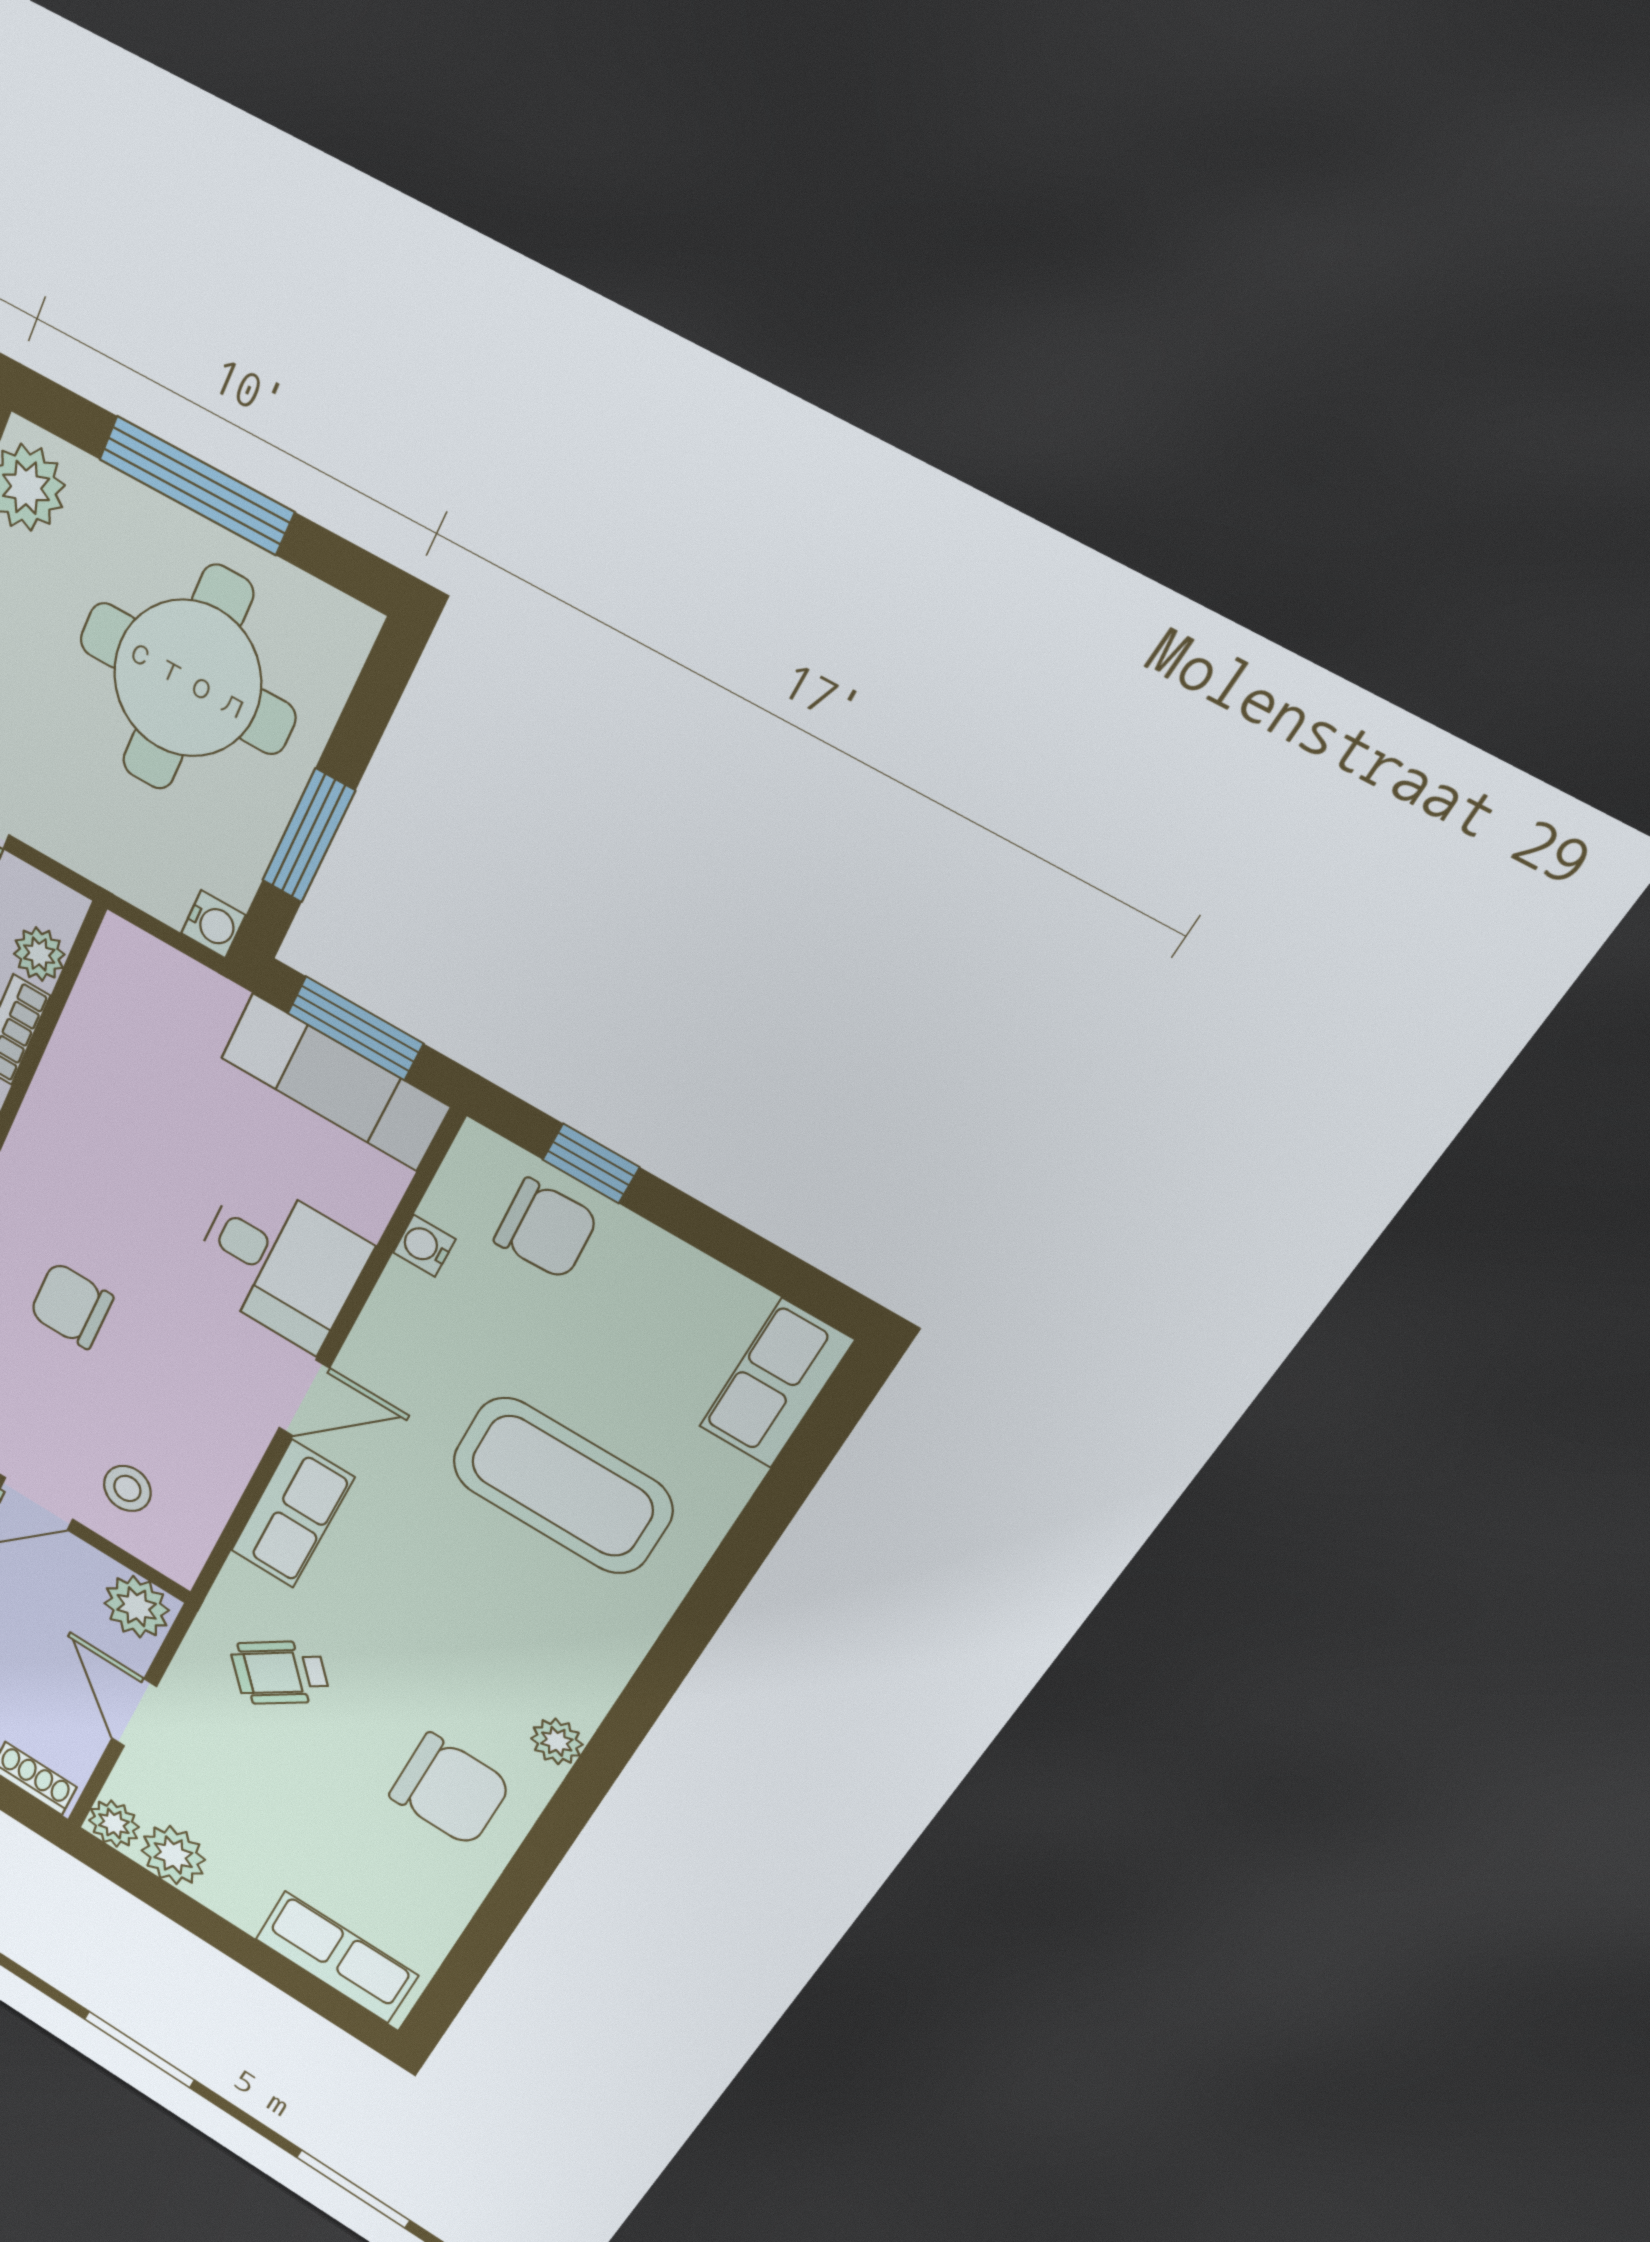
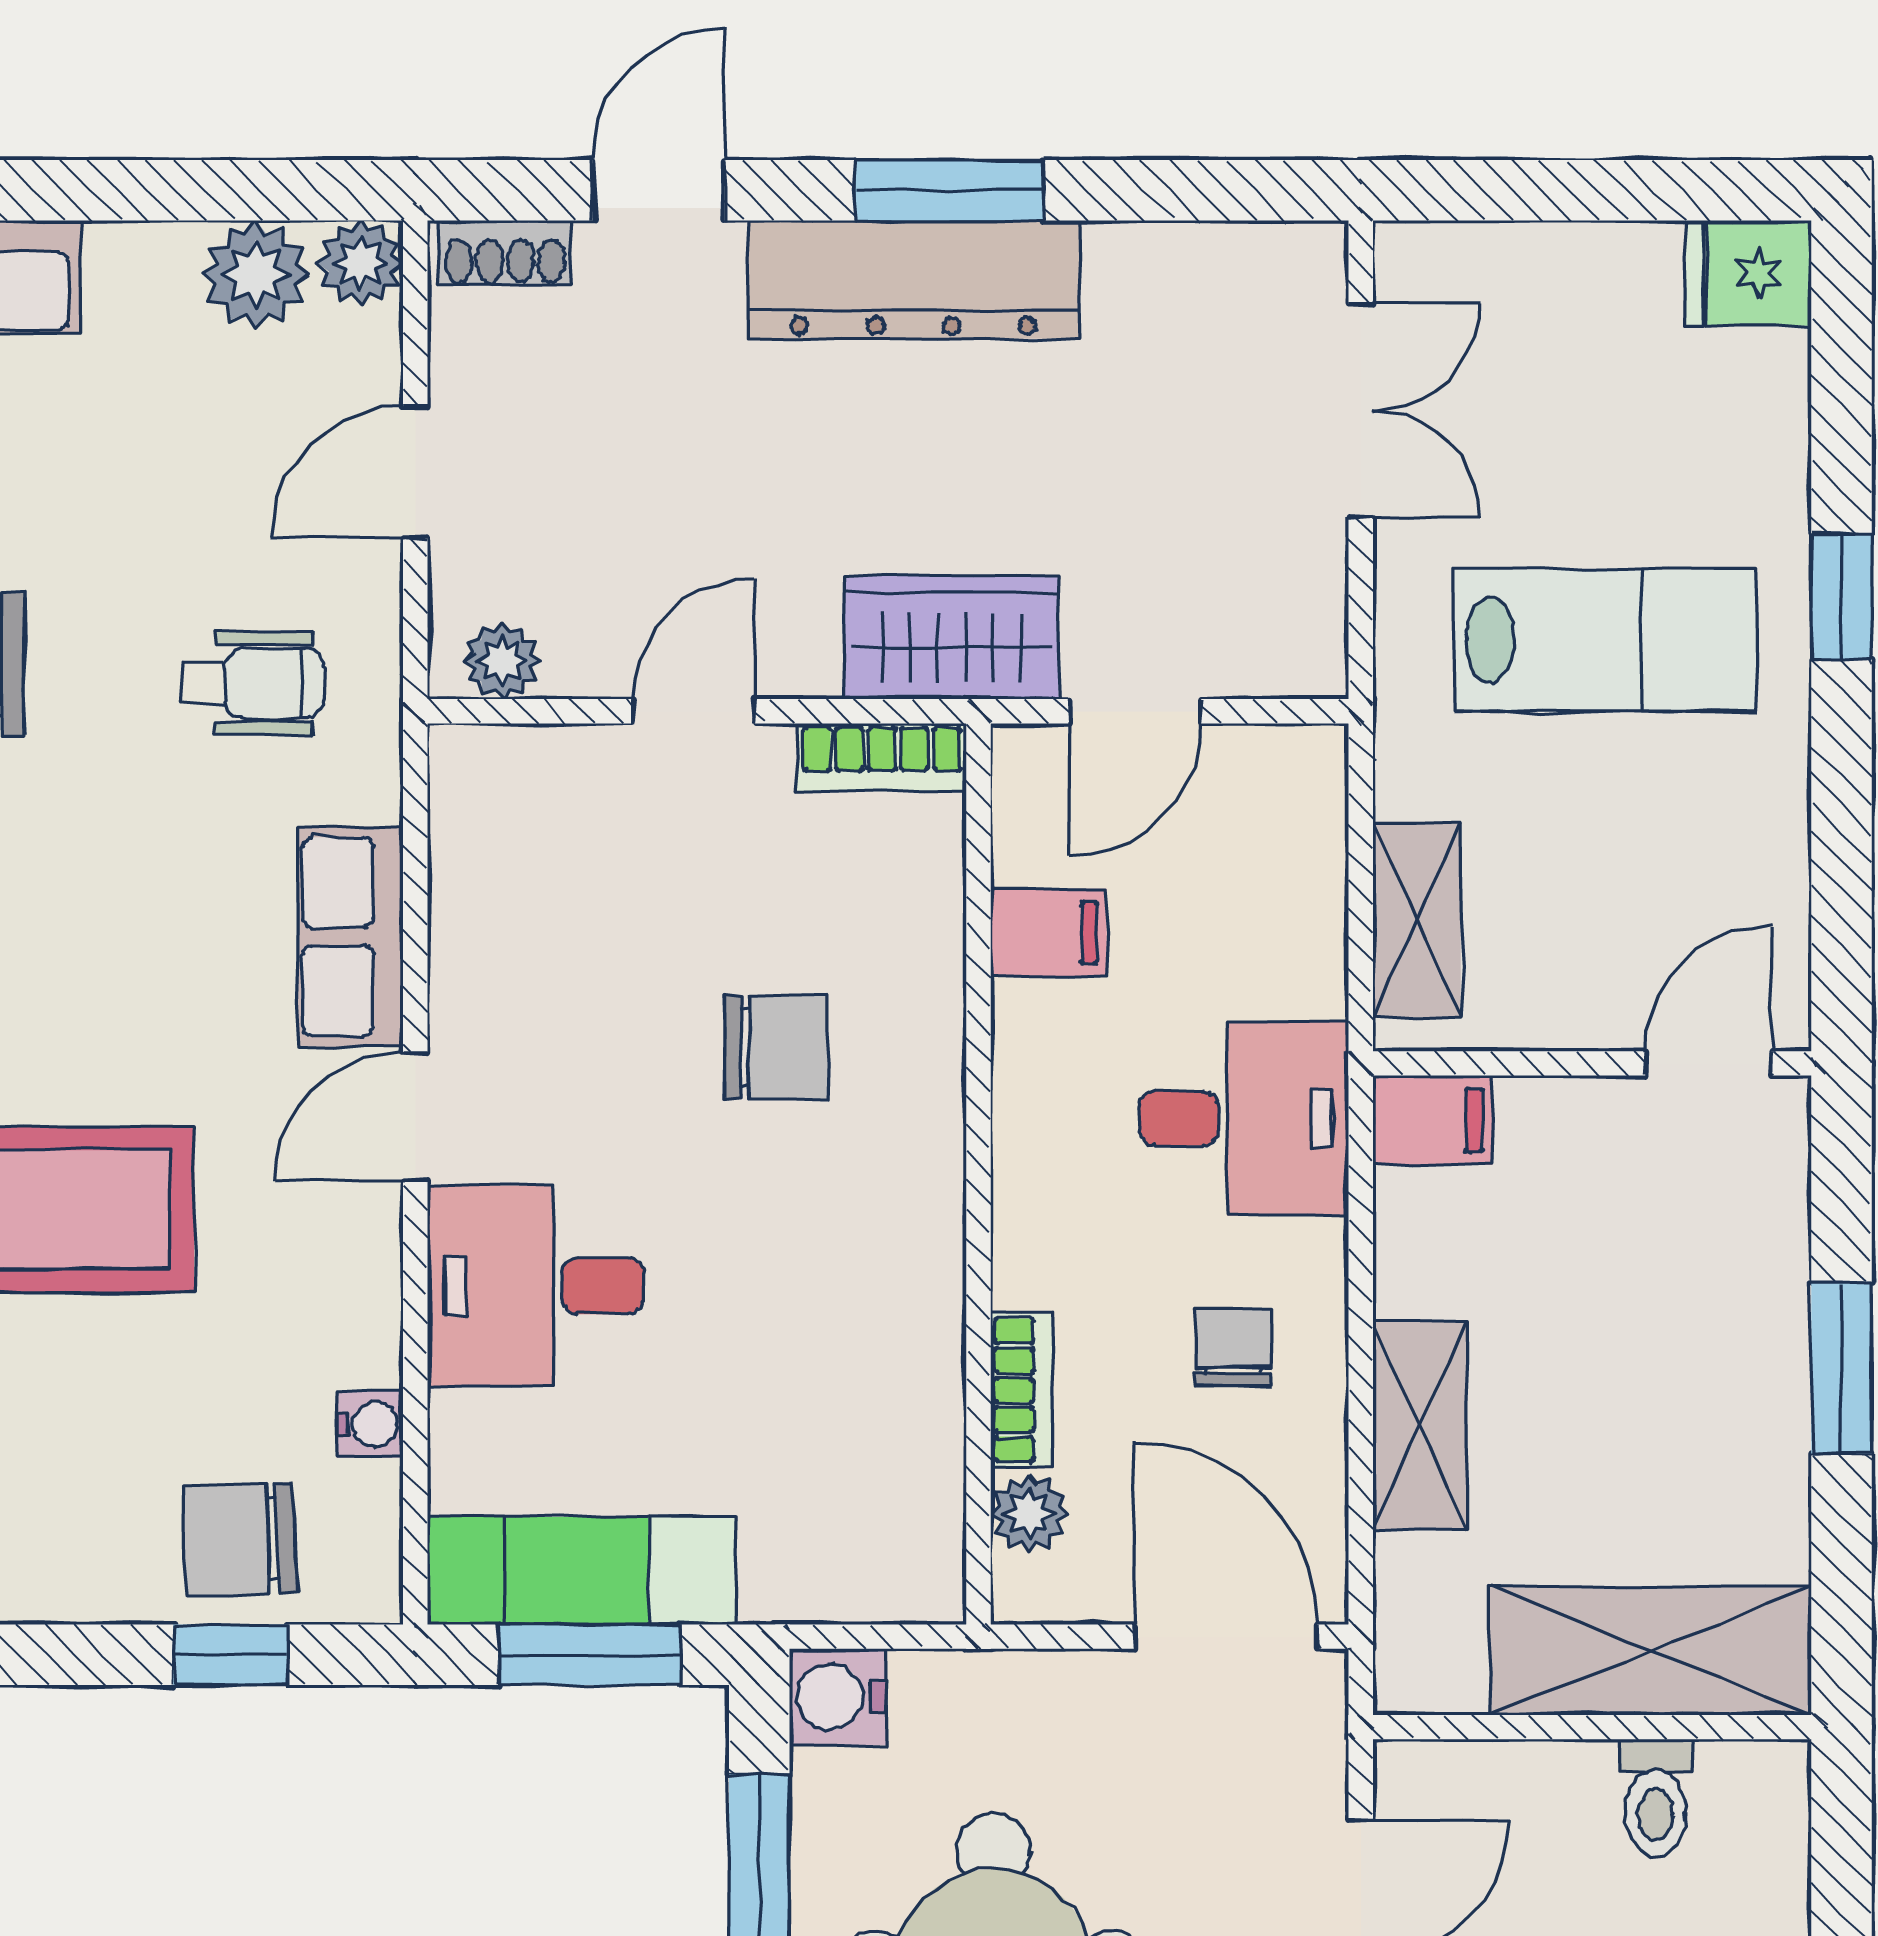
water cooler: (213, 924) -> (838, 1697), width x1.38, depth x1.38
stool: (127, 1488) -> (582, 823), removed
plant: (137, 1607) -> (502, 661), width x0.73, depth x0.73
wheelchair: (280, 1673) -> (253, 683), turned 39
door: (134, 1713) -> (415, 472), swing flipped

